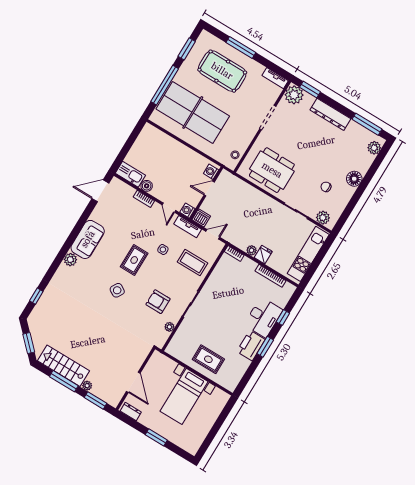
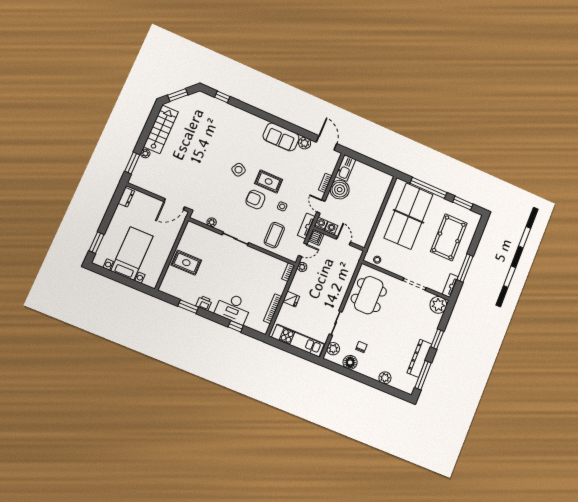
window: (241, 47) -> (465, 268), moved
window: (310, 90) -> (437, 339), moved
dresser: (330, 114) -> (419, 358), moved
plant: (374, 148) -> (385, 378), moved
washing machine: (211, 172) -> (331, 228), moved
floor lamp: (354, 179) -> (350, 362), moved
boiler: (147, 186) -> (340, 190), width x1.86, depth x1.86
door: (169, 208) -> (321, 207), hinge flipped
door: (213, 234) -> (303, 250), hinge flipped
plant: (252, 250) -> (302, 267), moved
plant: (70, 260) -> (305, 143), moved
armchair: (158, 302) -> (255, 199), moved, turned -90
printer: (251, 346) -> (204, 303), width x0.53, depth x0.68
window: (265, 347) -> (188, 307), moved
rug: (208, 359) -> (186, 263), turned 90
window: (64, 381) -> (146, 131), removed
door: (133, 382) -> (174, 204), moved
bed with nightstands: (184, 396) -> (132, 253), moved, turned 90
window: (156, 437) -> (96, 243), moved

